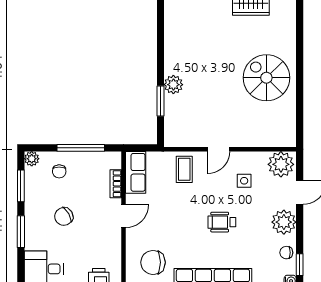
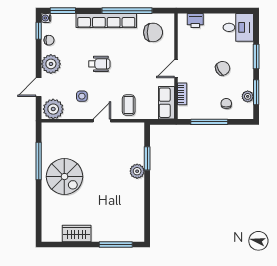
window: (300, 98) -> (39, 161), added
plant: (32, 159) -> (248, 96), moved

